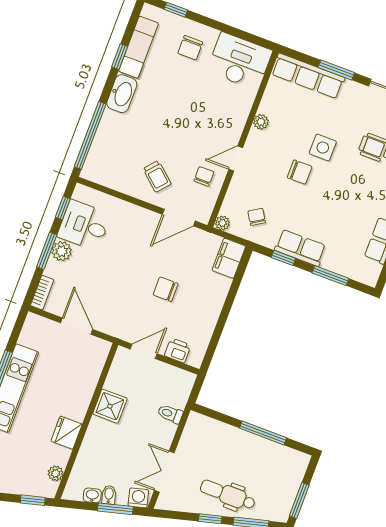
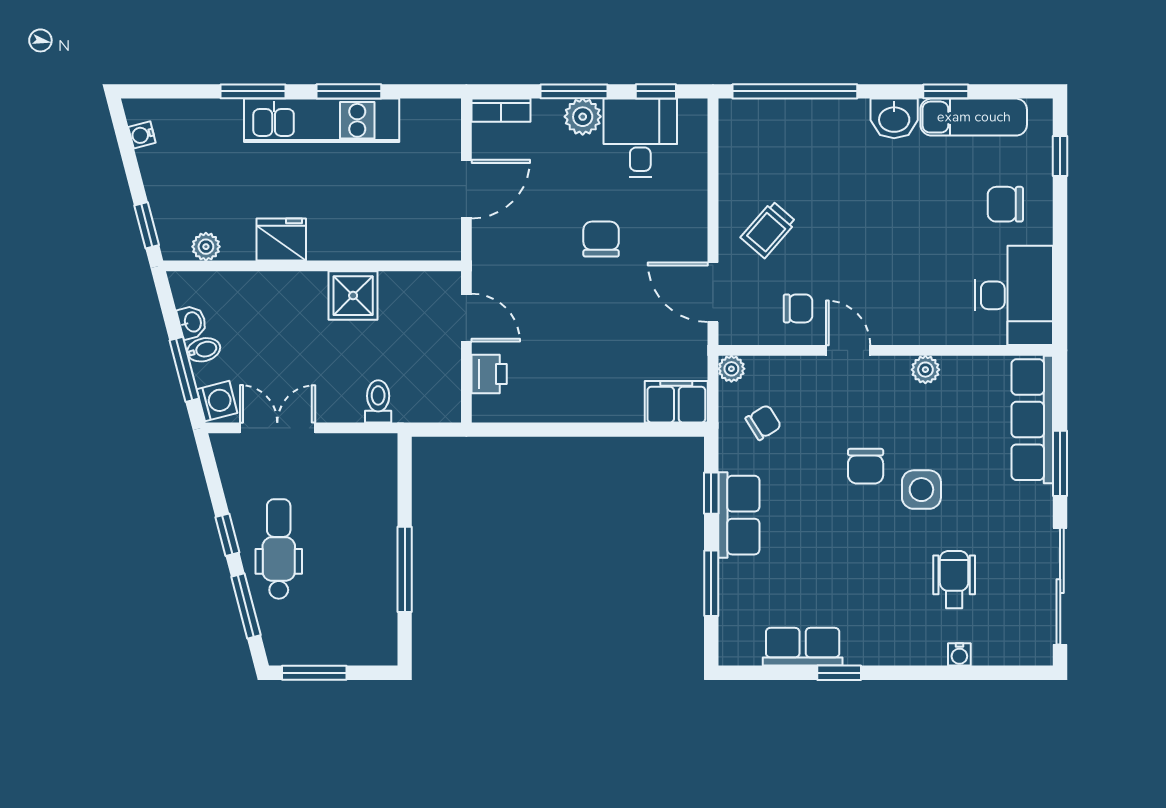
washbasin: (122, 94) -> (894, 118), width x0.72
chair: (166, 289) -> (601, 239), moved

